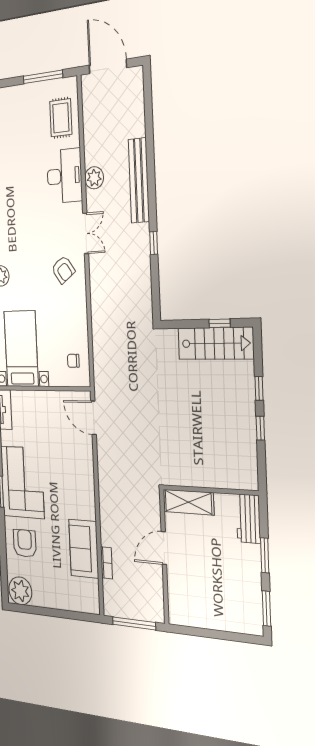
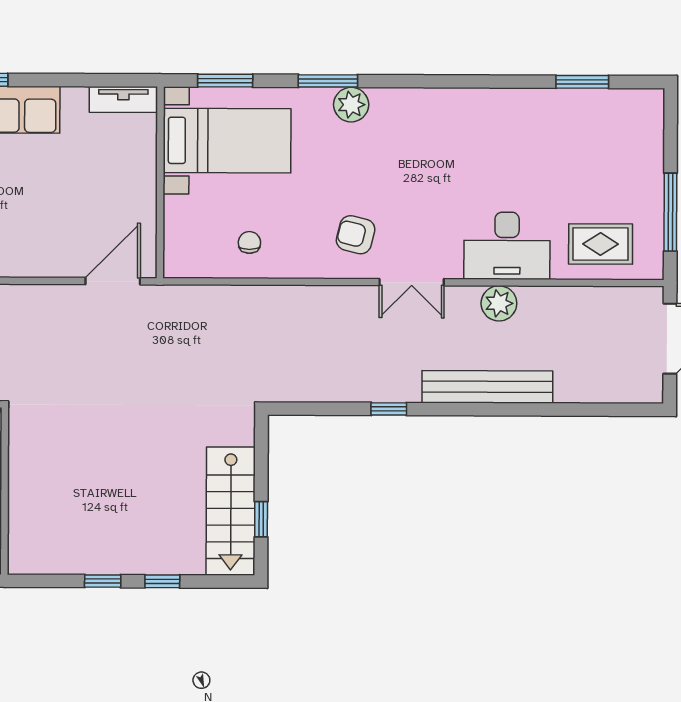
armchair: (63, 270) -> (356, 235), turned 50
chair: (73, 361) -> (249, 242), moved

